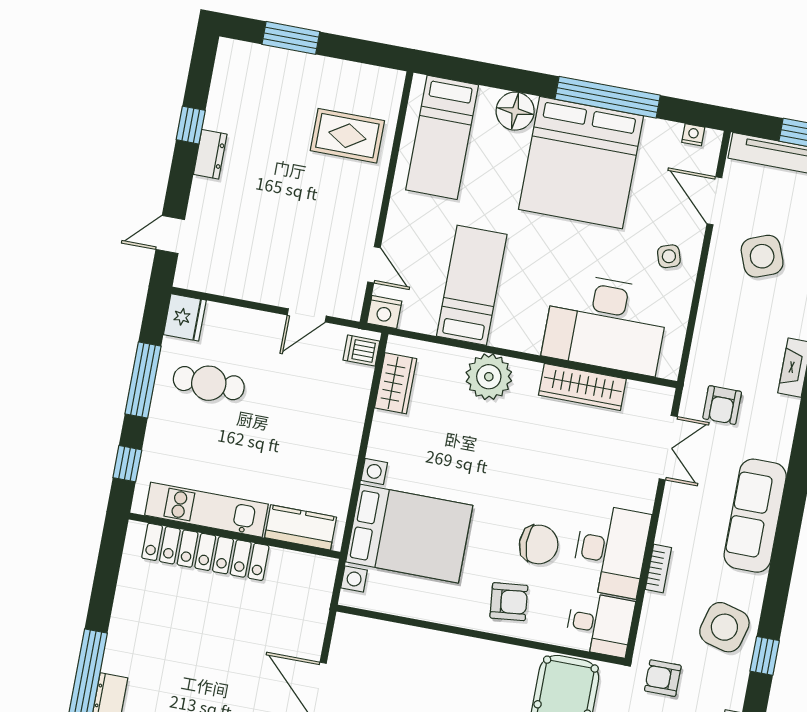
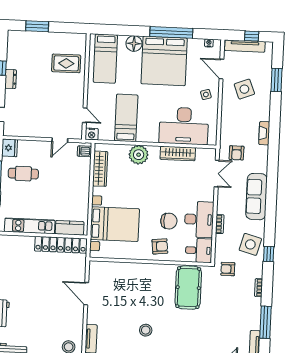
wardrobe: (396, 383) -> (100, 169), width x1.50
locker: (205, 552) -> (61, 245), moved

